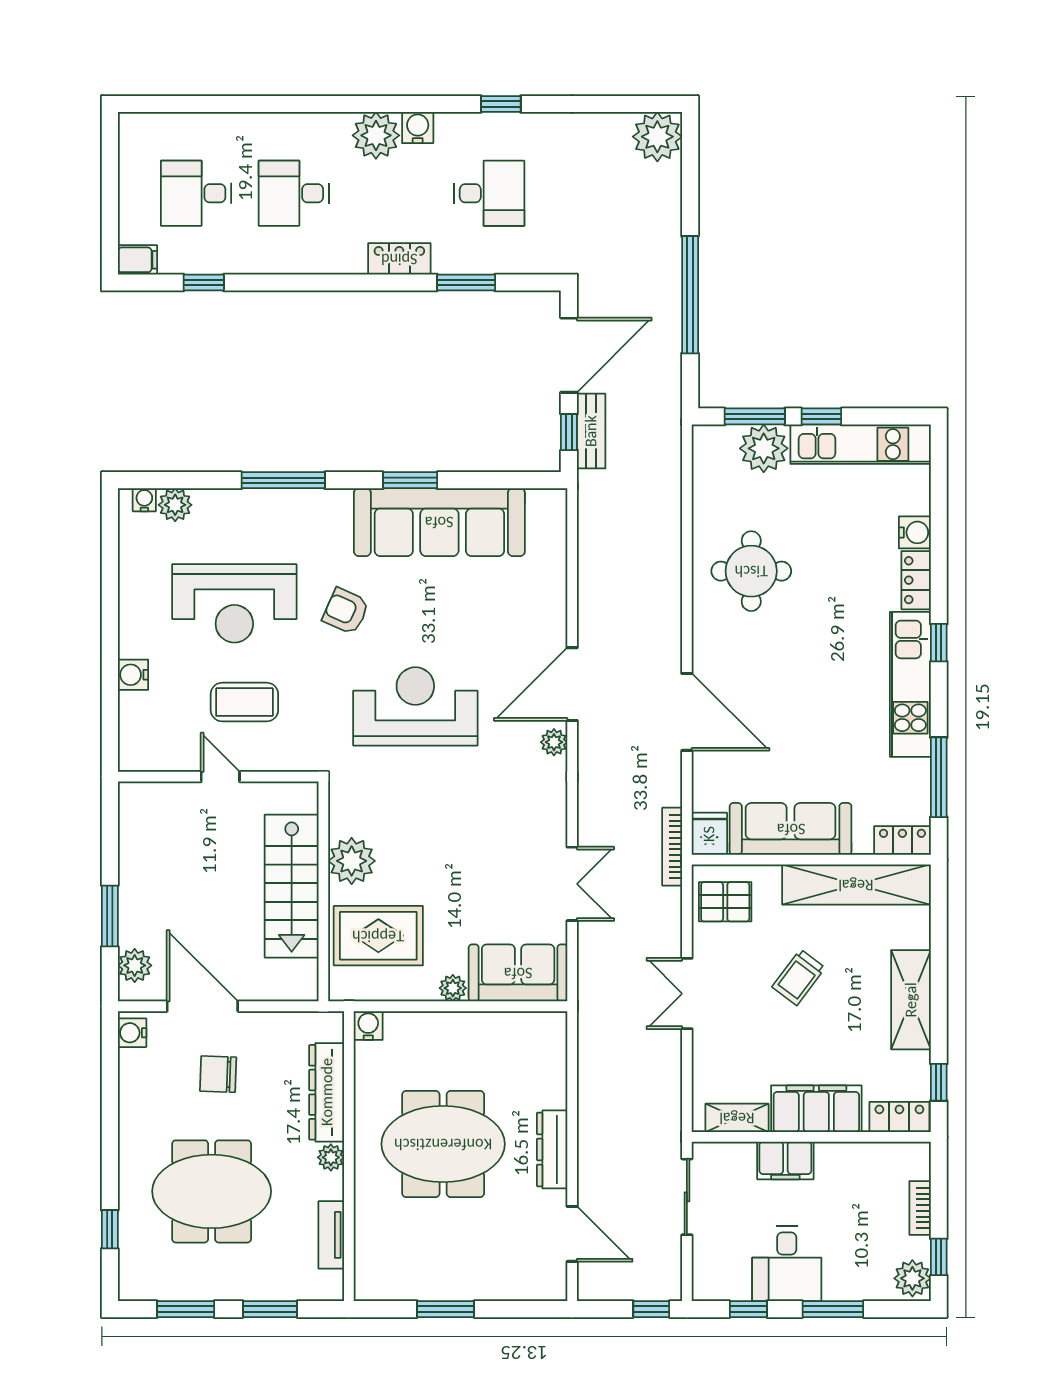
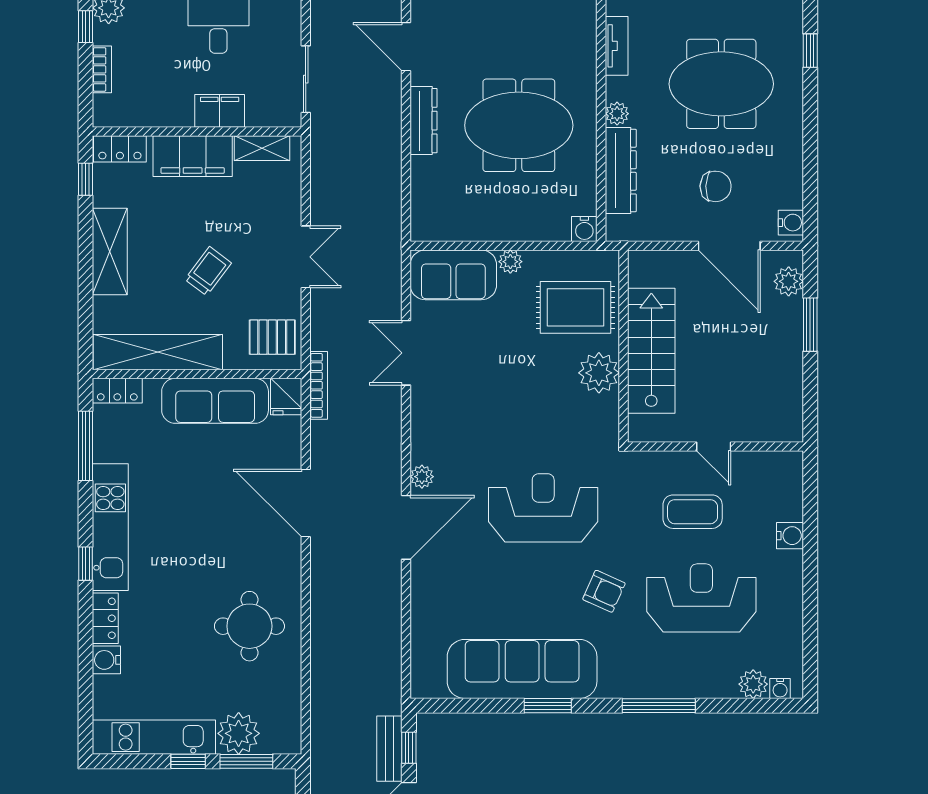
reception desk: (415, 706) -> (543, 508), turned 180

